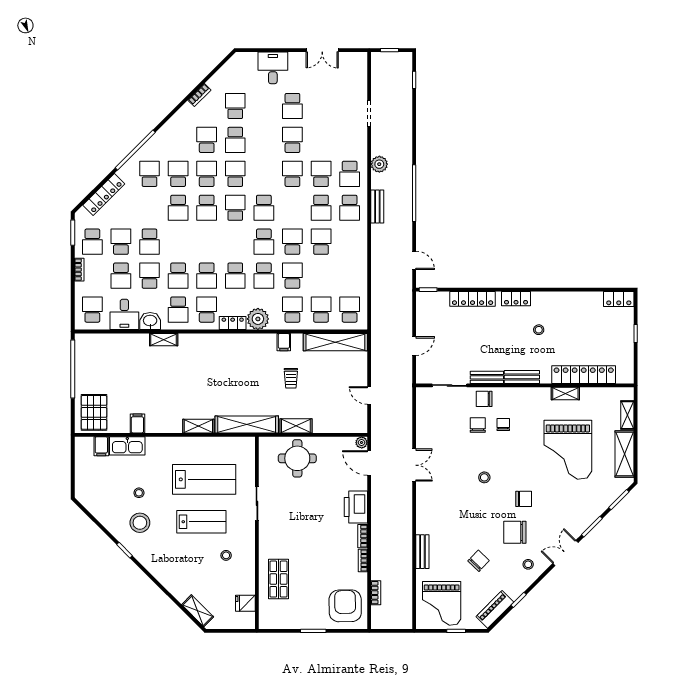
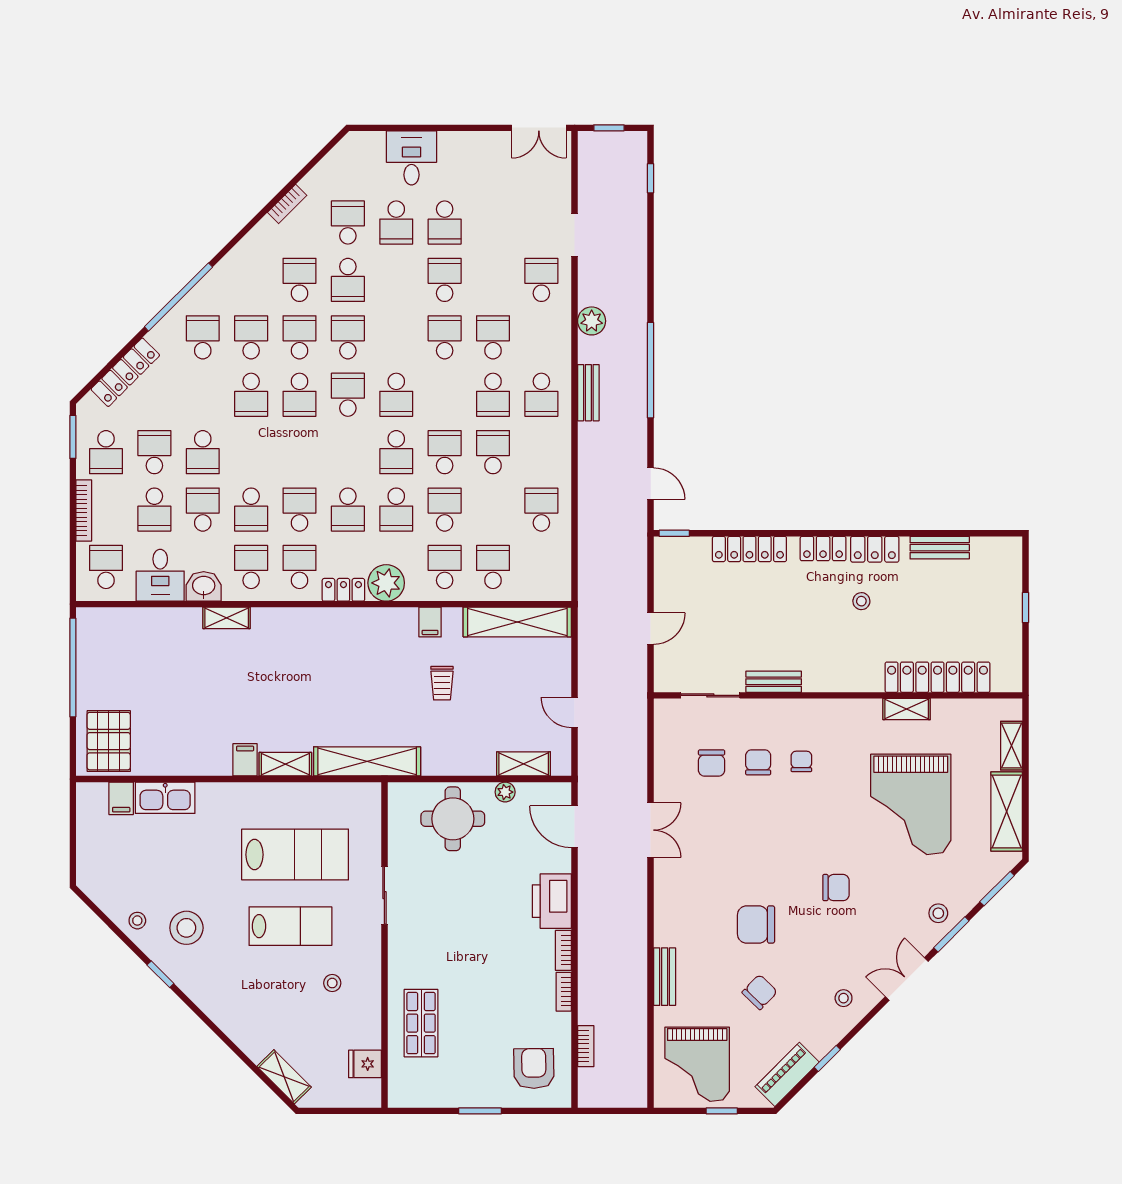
double door: (322, 50) -> (539, 128), moved
school desk: (264, 106) -> (396, 222), added
school desk: (350, 174) -> (541, 280), moved, turned 180
bookcase: (79, 270) -> (84, 510), width x1.56
school desk: (207, 276) -> (299, 510), turned 180
locker: (619, 299) -> (875, 549), moved
school desk: (178, 310) -> (251, 567), turned 180
school desk: (350, 310) -> (541, 510), moved
bench: (522, 377) -> (940, 548), moved
chair: (484, 399) -> (712, 763), moved, turned -90
filing cabinet: (137, 423) -> (245, 760), moved
shelving: (296, 426) -> (524, 764), moved
plant: (362, 443) -> (505, 792), moved
stool: (484, 477) -> (938, 913), moved
stool: (139, 493) -> (137, 921), moved
chair: (515, 532) -> (756, 925), moved
armchair: (345, 606) -> (534, 1068), width x0.73, depth x0.73

